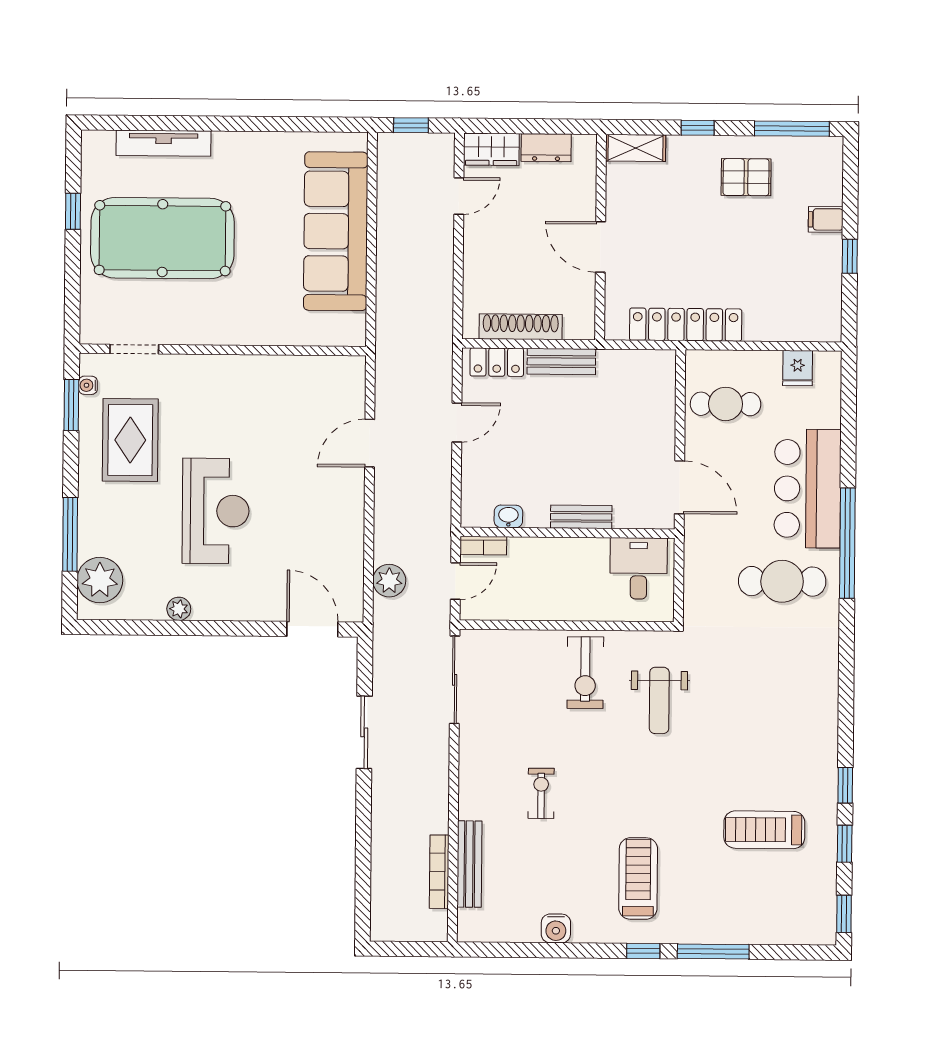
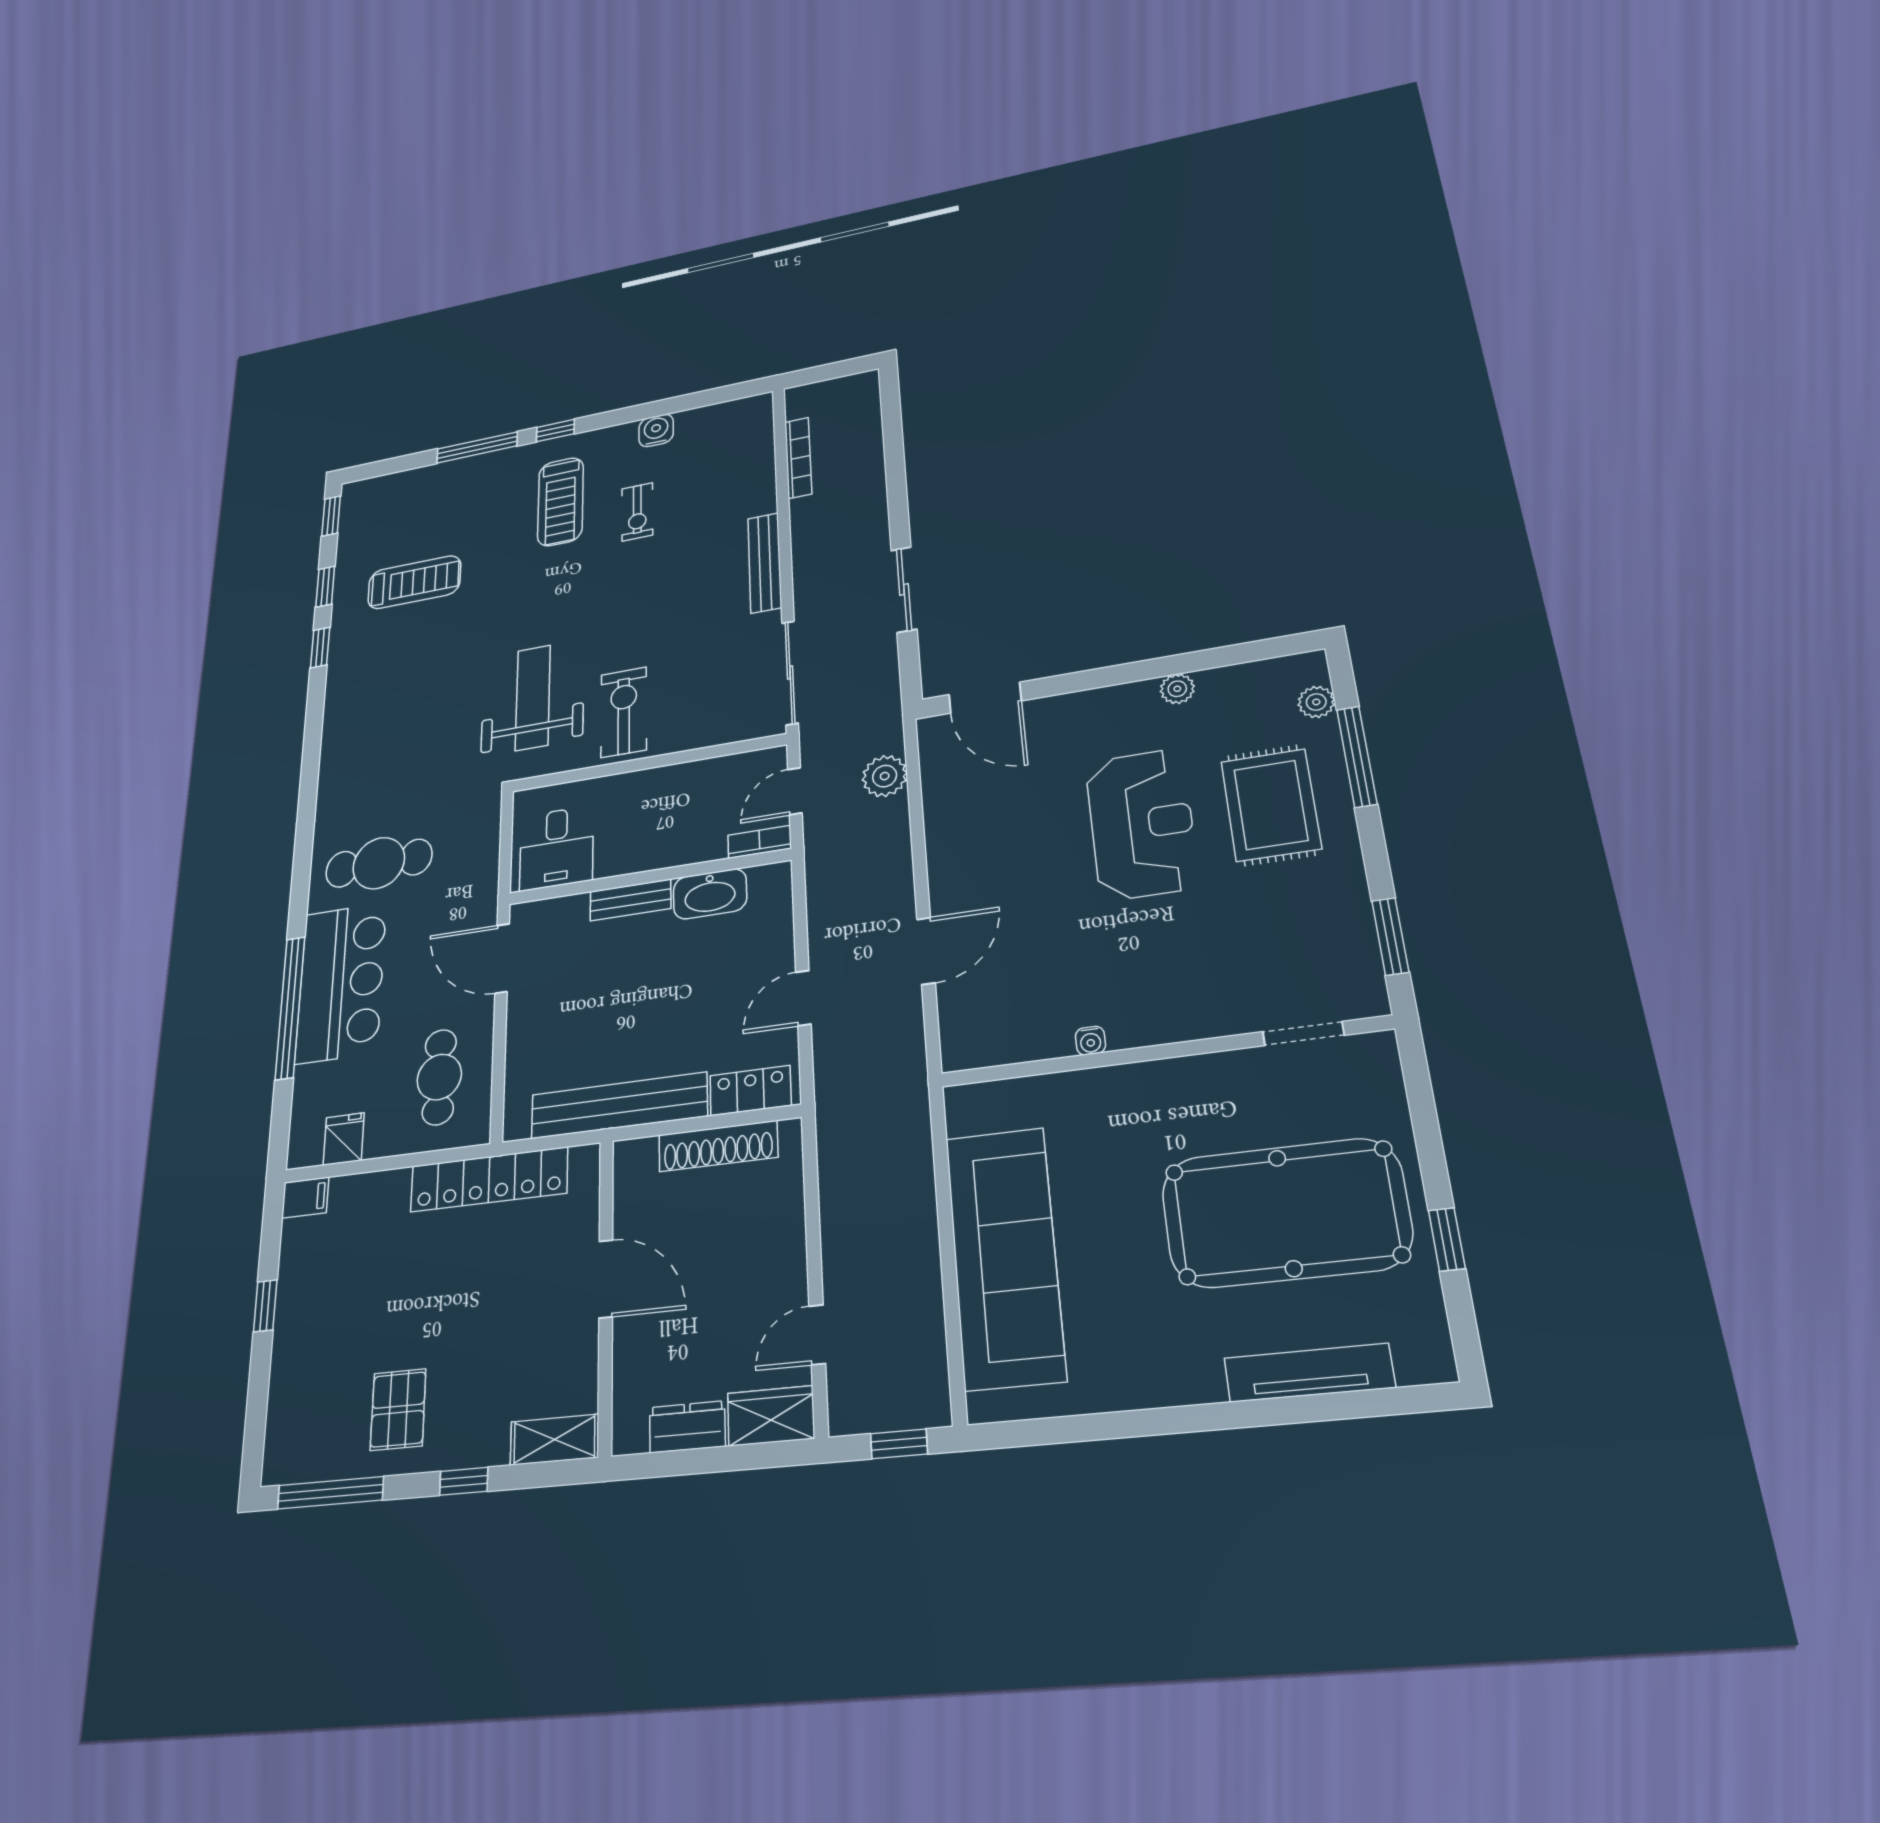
pallet: (746, 177) -> (398, 1409), turned 90
filing cabinet: (826, 219) -> (305, 1197), moved
bench: (561, 361) -> (619, 1105), width x1.86, depth x1.21
water cooler: (88, 385) -> (1090, 1041), moved, turned 90
cafe table: (726, 404) -> (439, 1077), turned 90
rug: (130, 440) -> (1271, 805), moved
reception desk: (216, 511) -> (1142, 824), turned 180
washbasin: (508, 516) -> (710, 894), width x1.91, depth x1.45
window: (847, 543) -> (290, 1007), moved
plant: (100, 580) -> (1316, 702), width x0.53, depth x0.53
weight bench: (659, 700) -> (533, 698), width x1.36, depth x1.33
exercise bike: (541, 793) -> (637, 512), moved
bench: (469, 864) -> (765, 563), moved

